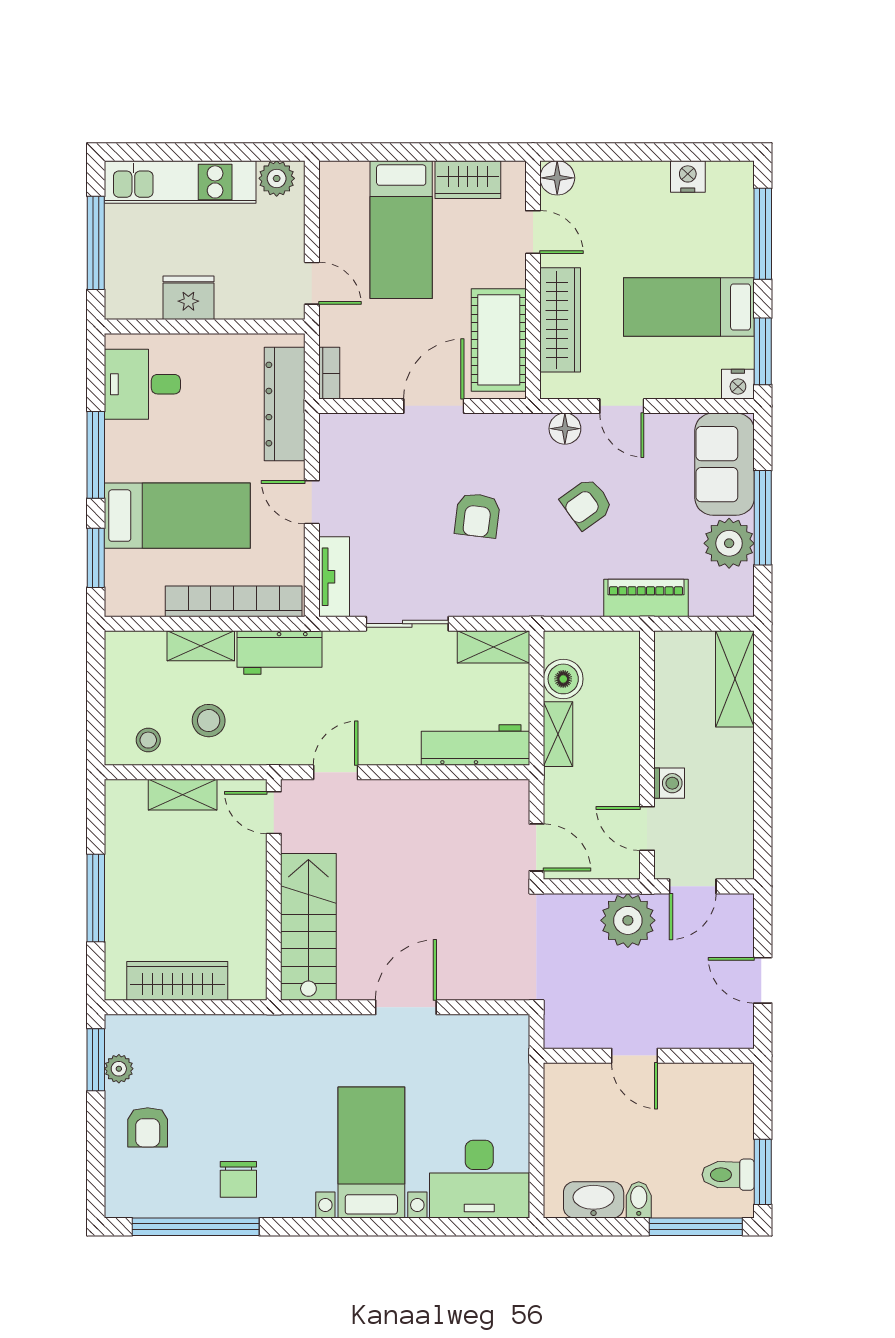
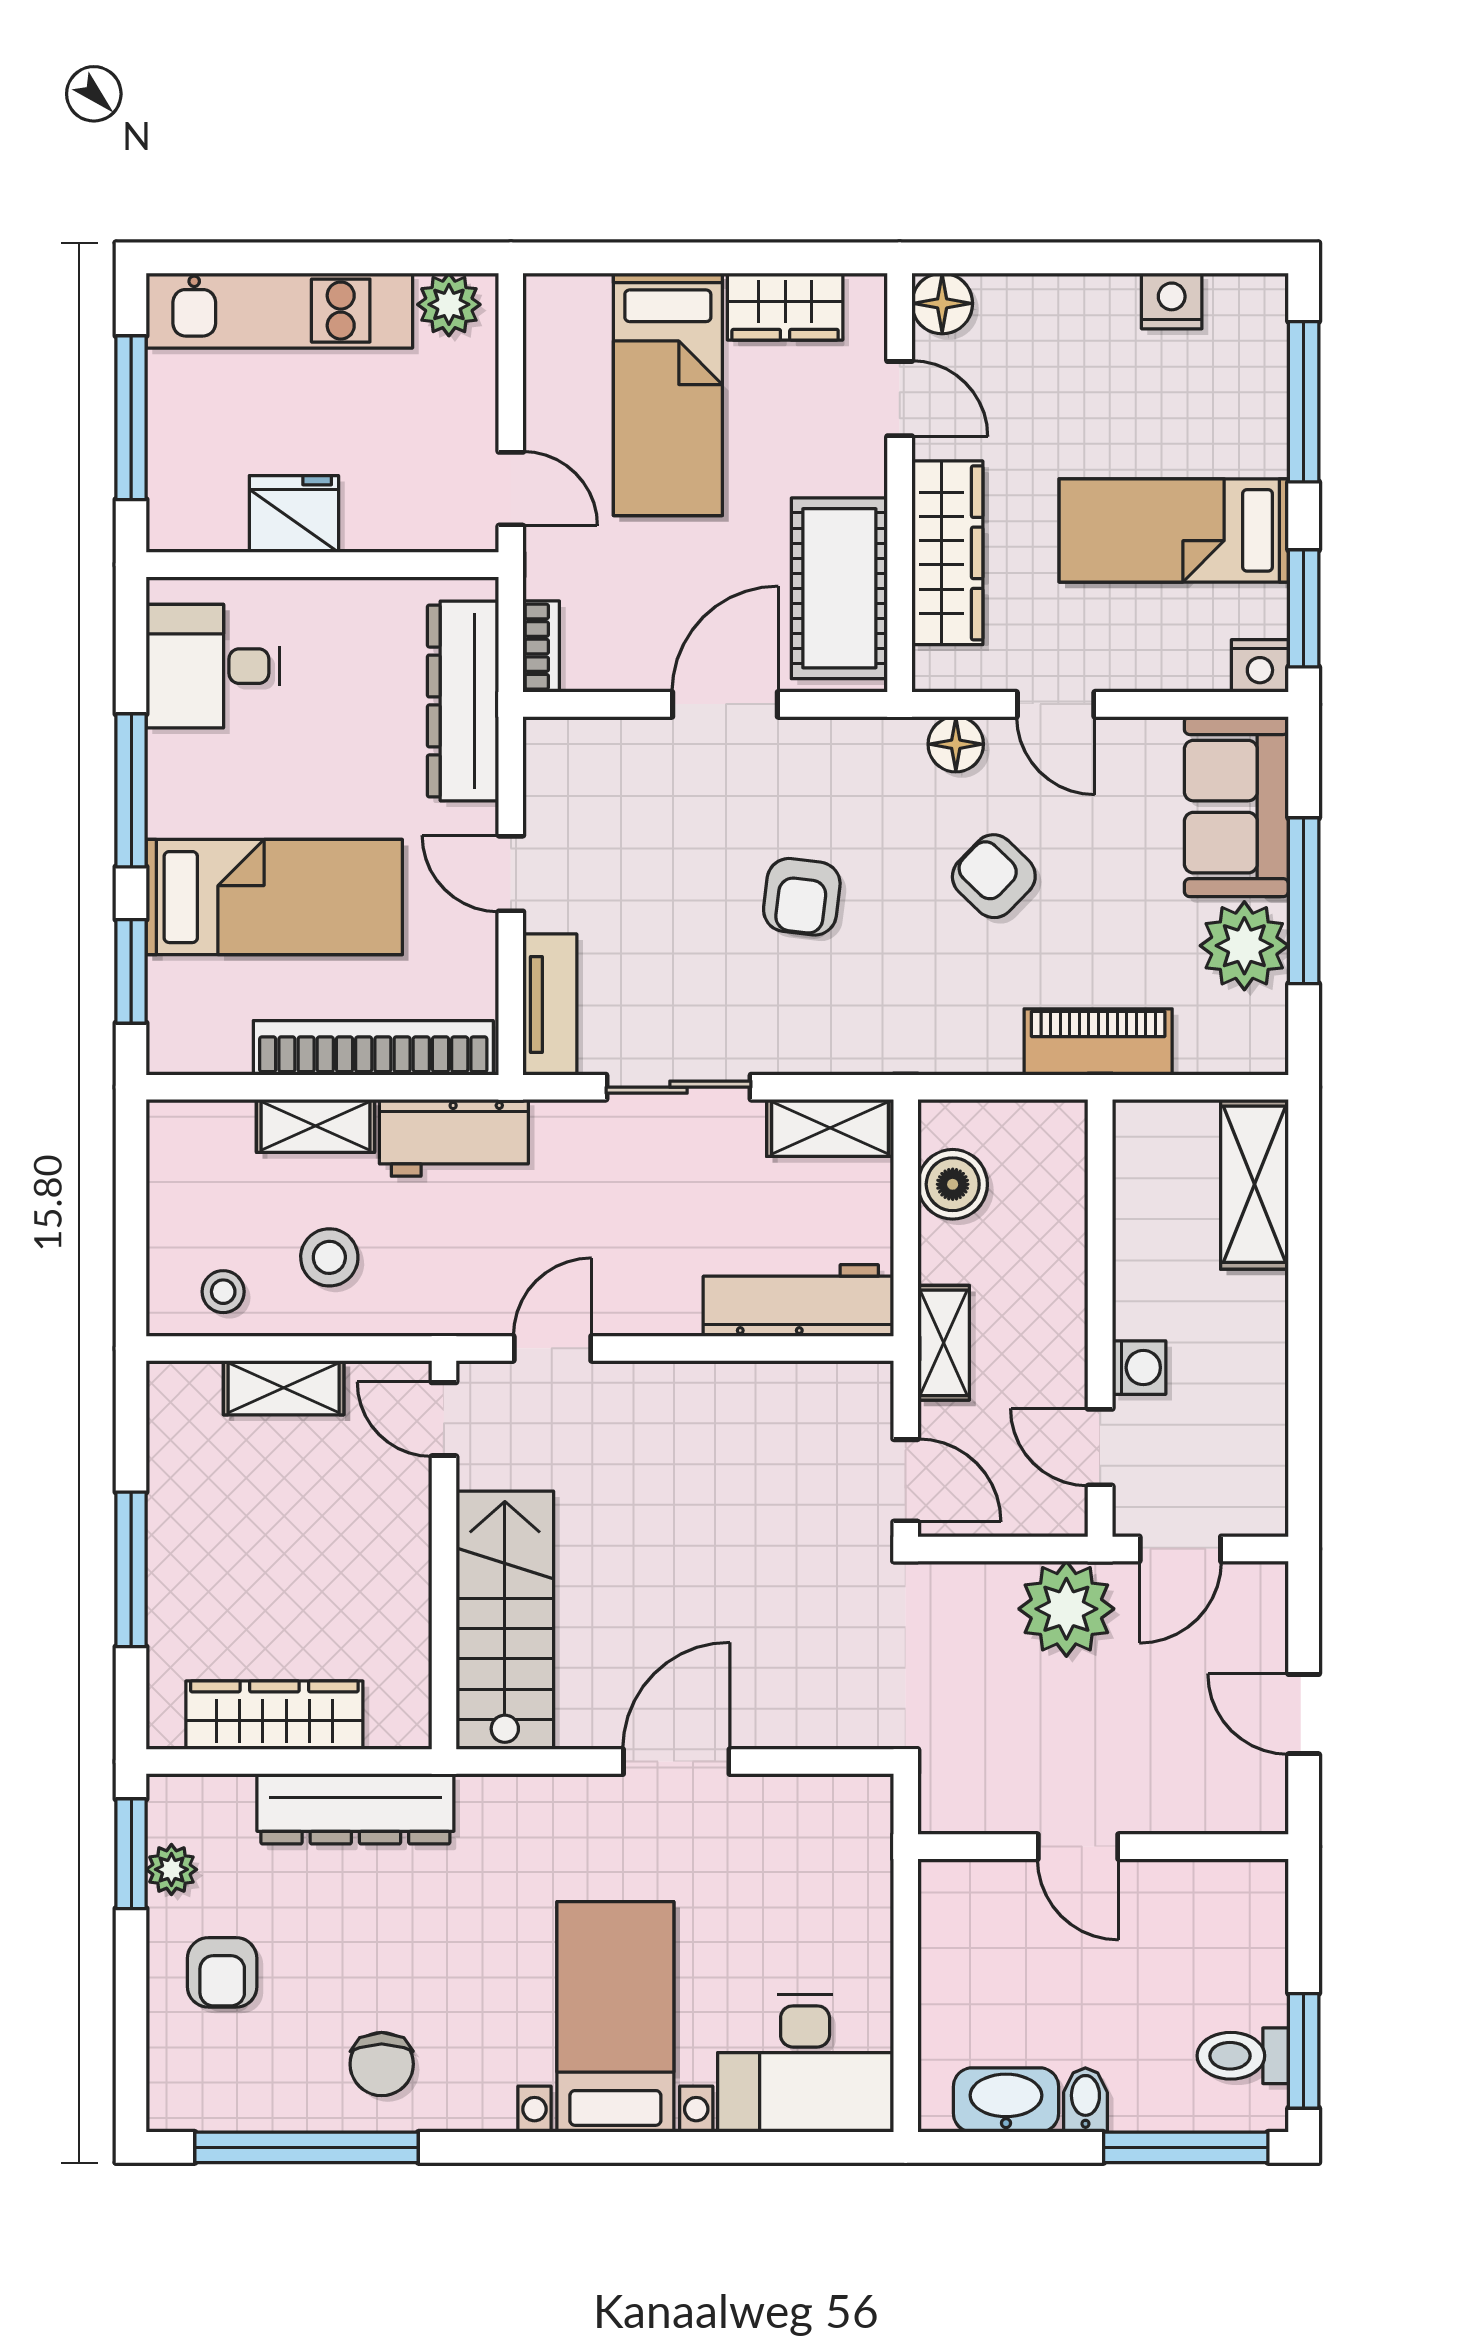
armchair: (587, 504) -> (994, 876), turned 80
shelving: (558, 734) -> (944, 1343), moved
dresser: (223, 1034) -> (355, 1809), added

